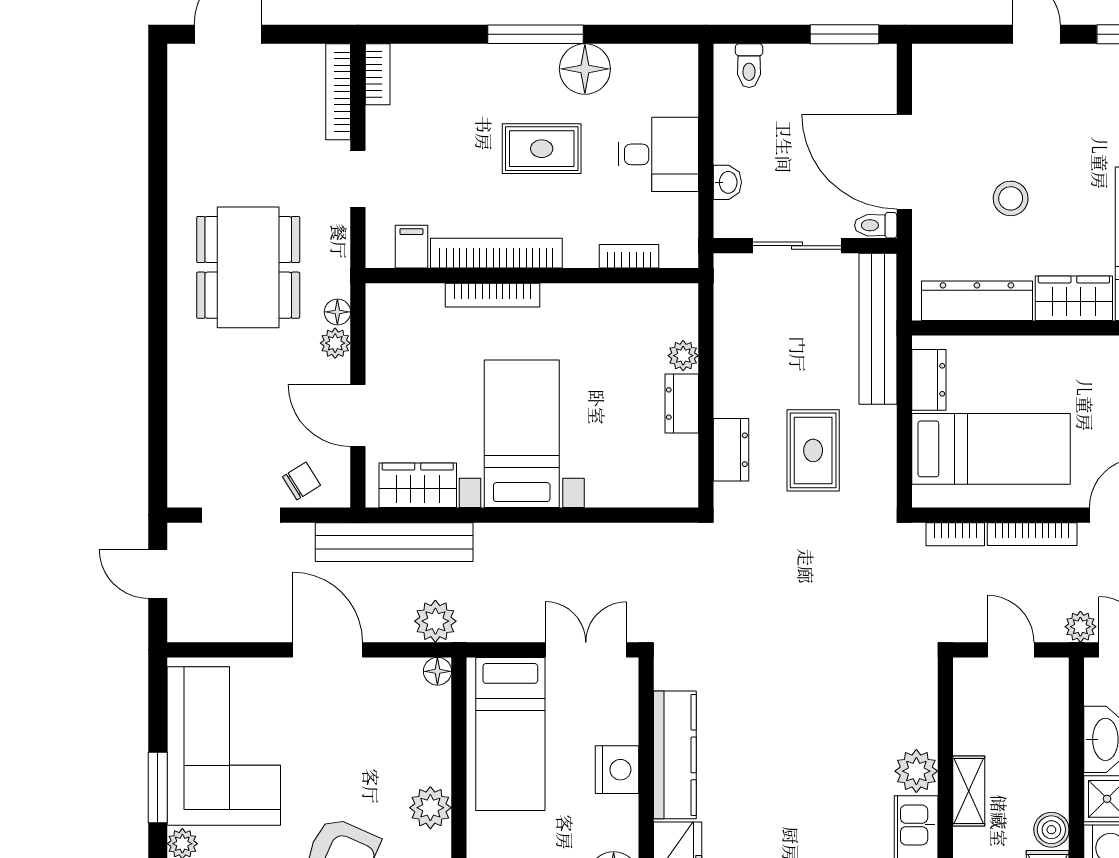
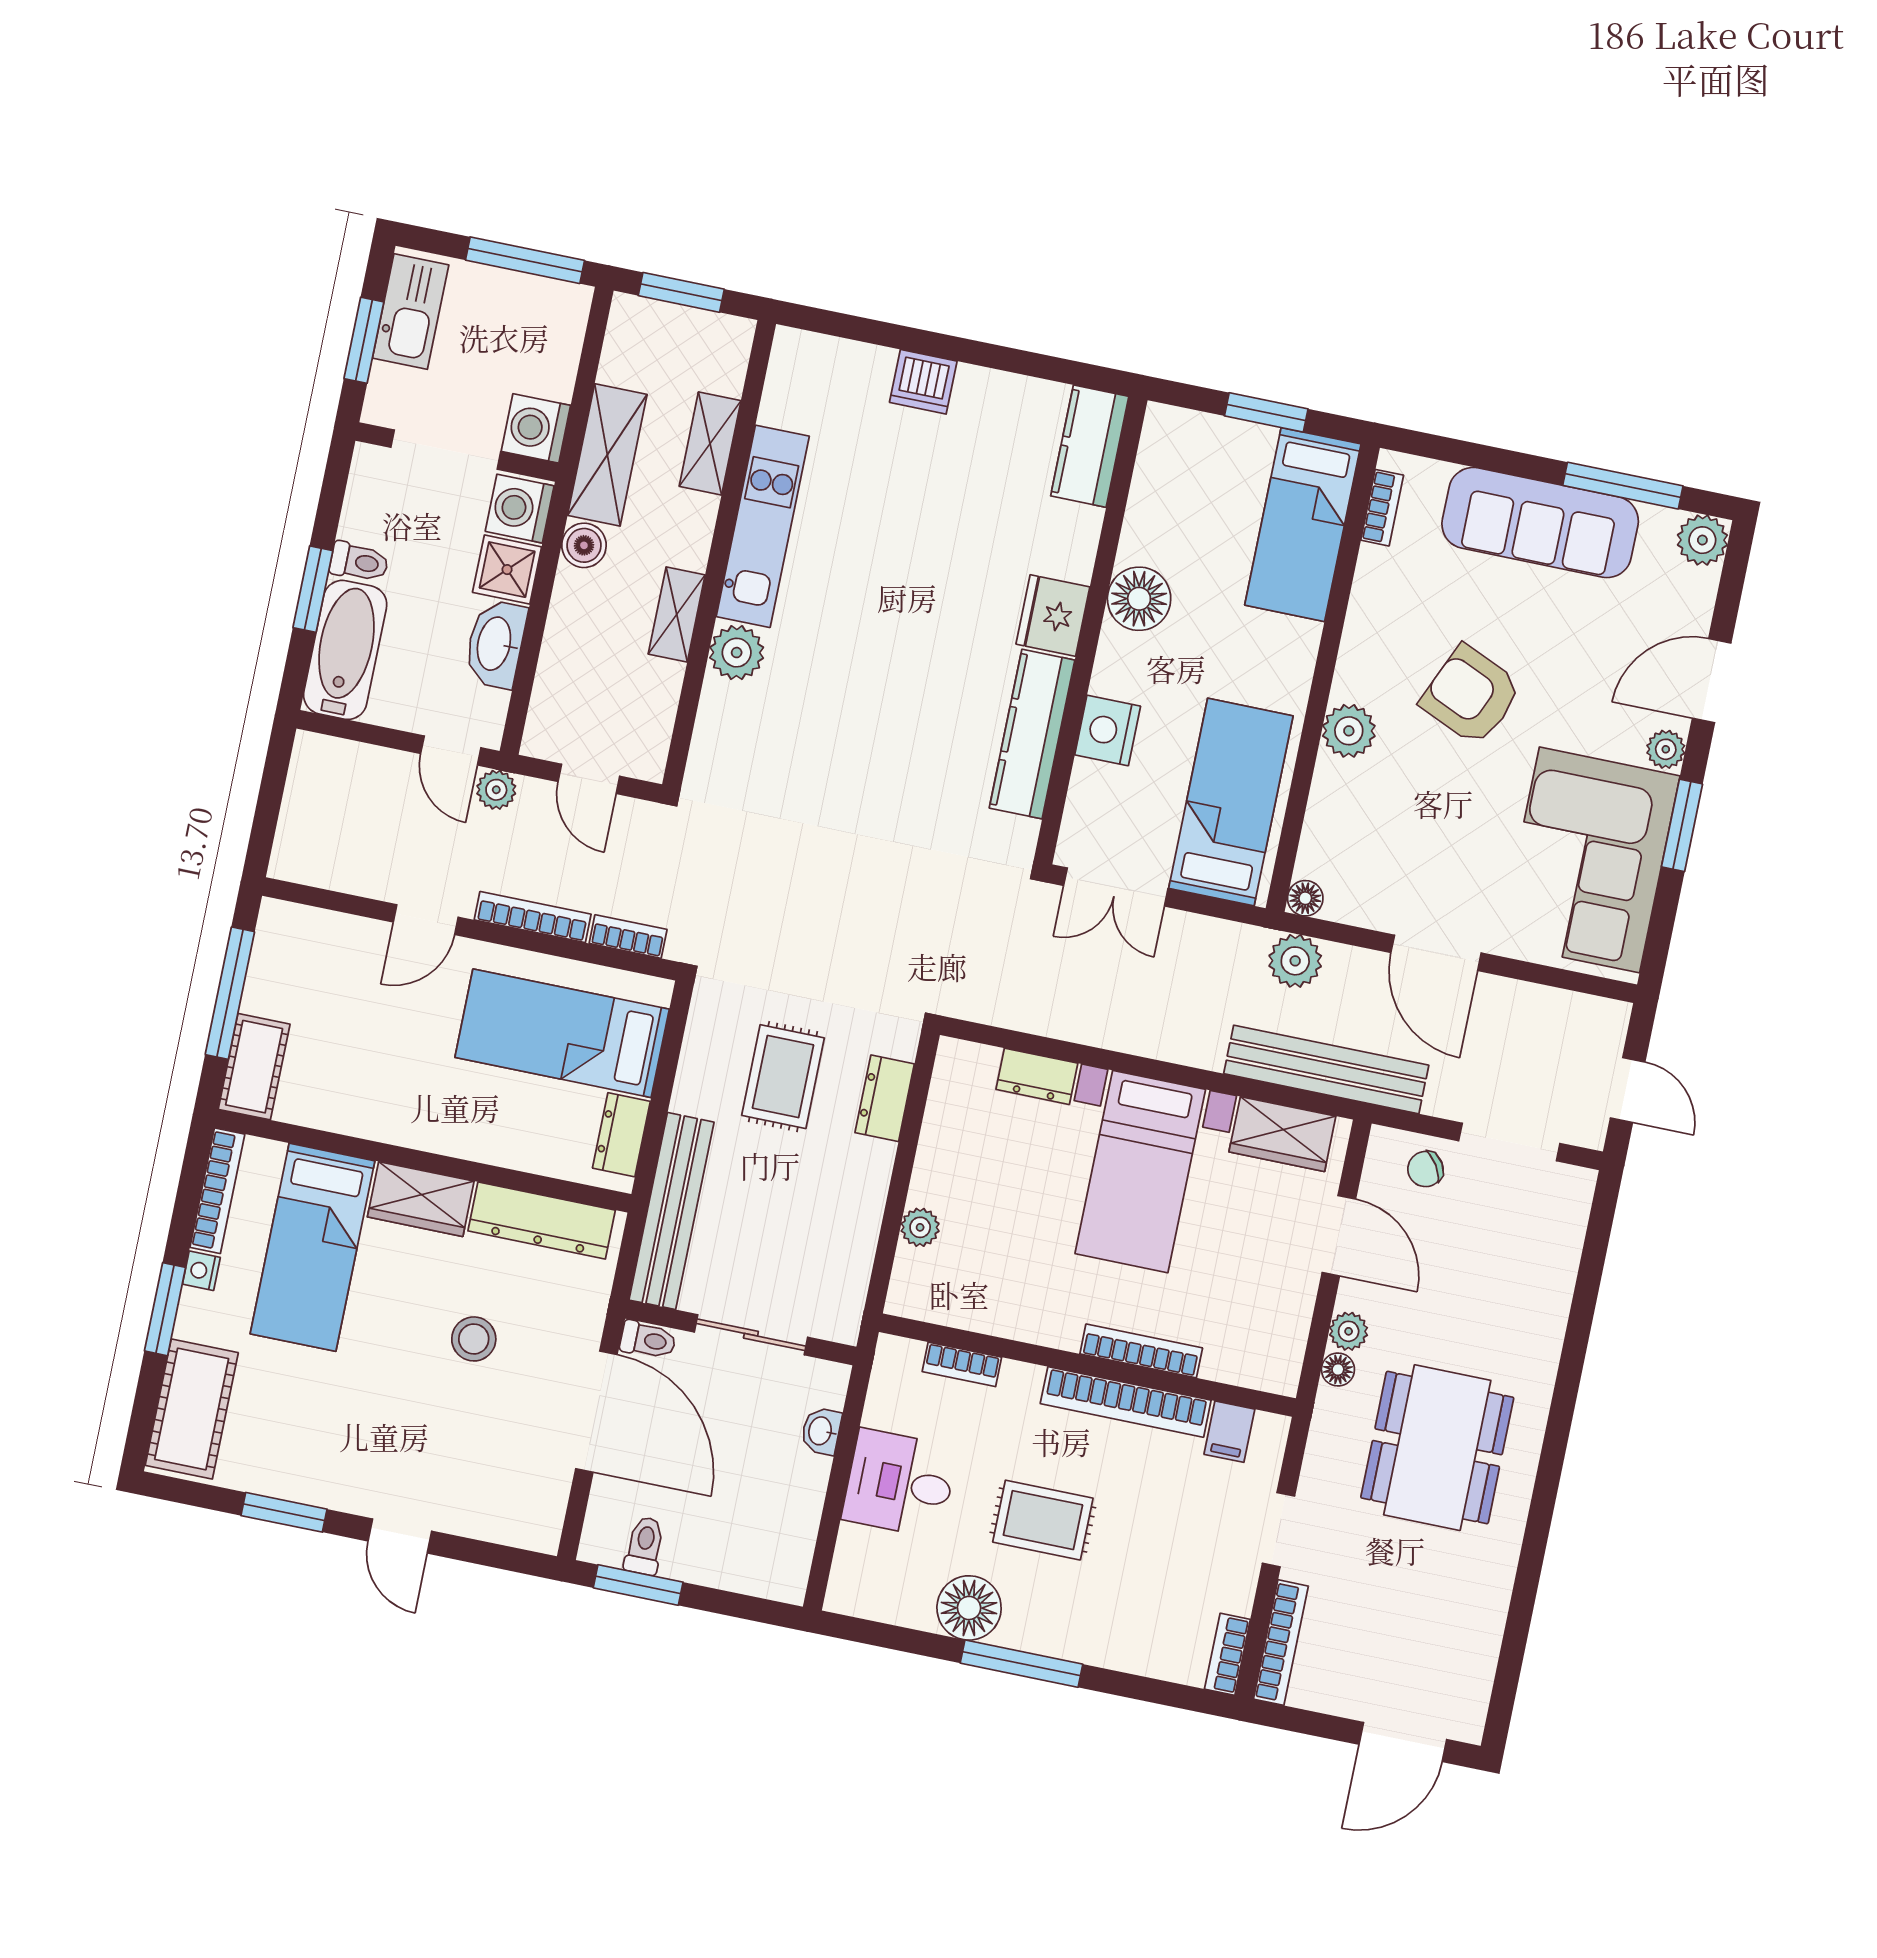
toilet: (749, 66) -> (645, 1546), moved
dresser: (682, 404) -> (1037, 1076), moved, turned 90

